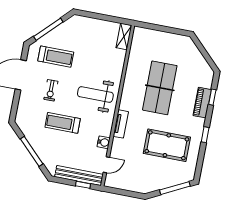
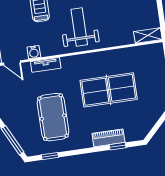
tv unit: (121, 124) -> (46, 65), moved
window: (205, 135) -> (50, 156), moved

